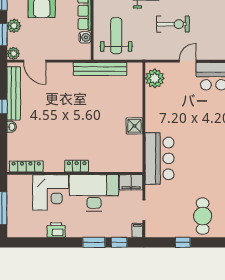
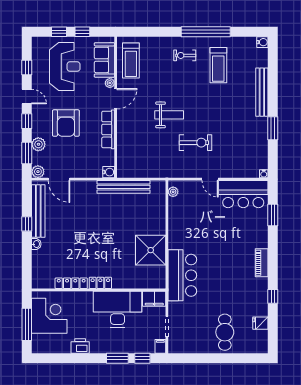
weight bench: (116, 36) -> (139, 154), removed
water cooler: (85, 37) -> (109, 172), moved
door: (188, 61) -> (210, 179), swing flipped
plant: (155, 78) -> (173, 192), width x0.53, depth x0.53
shower: (134, 126) -> (151, 250), width x1.86, depth x1.86
locker: (26, 166) -> (71, 283), moved
corner desk: (51, 192) -> (49, 316), moved, turned -90
window: (183, 242) -> (205, 358), removed

